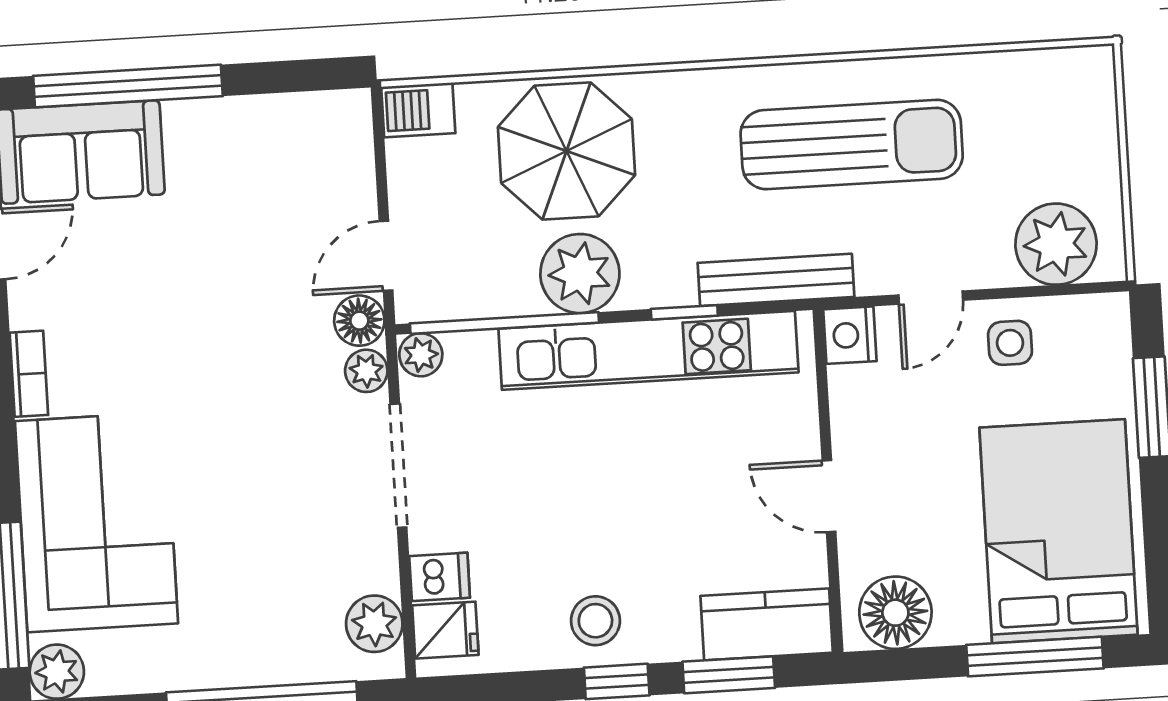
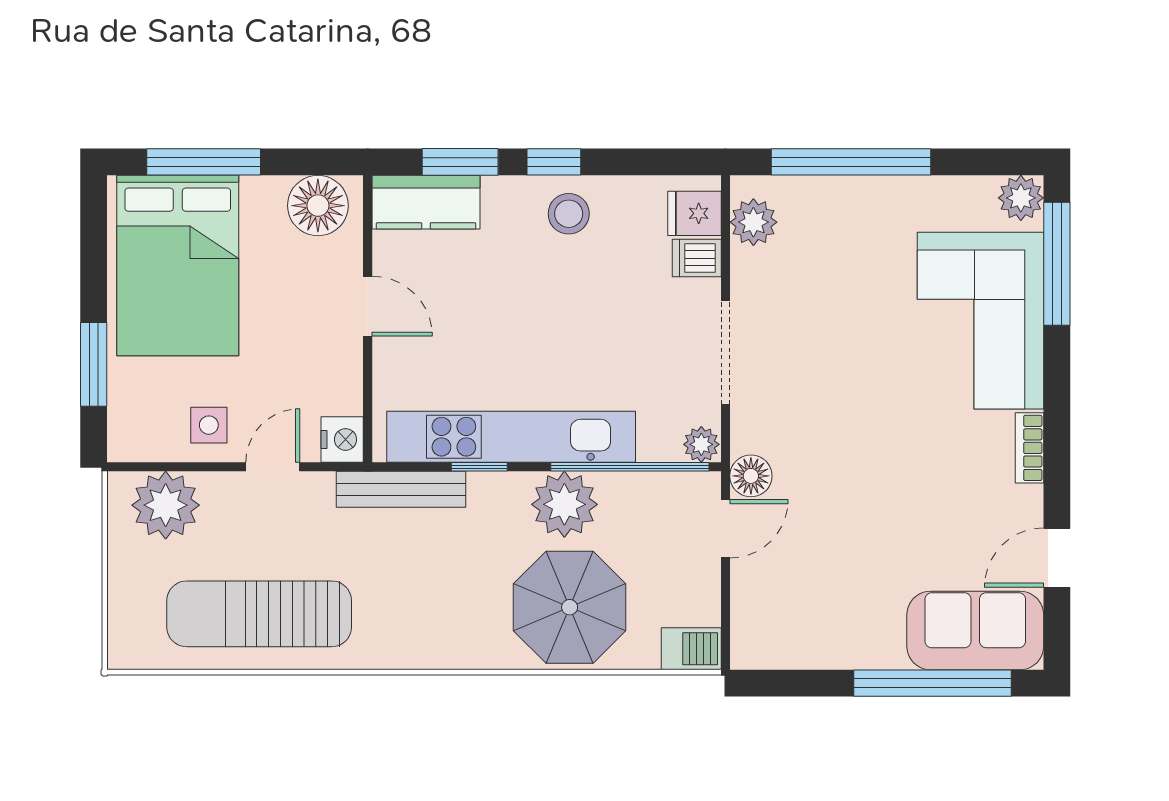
sun lounger: (852, 145) -> (259, 614), moved
plant: (366, 371) -> (748, 434), removed

